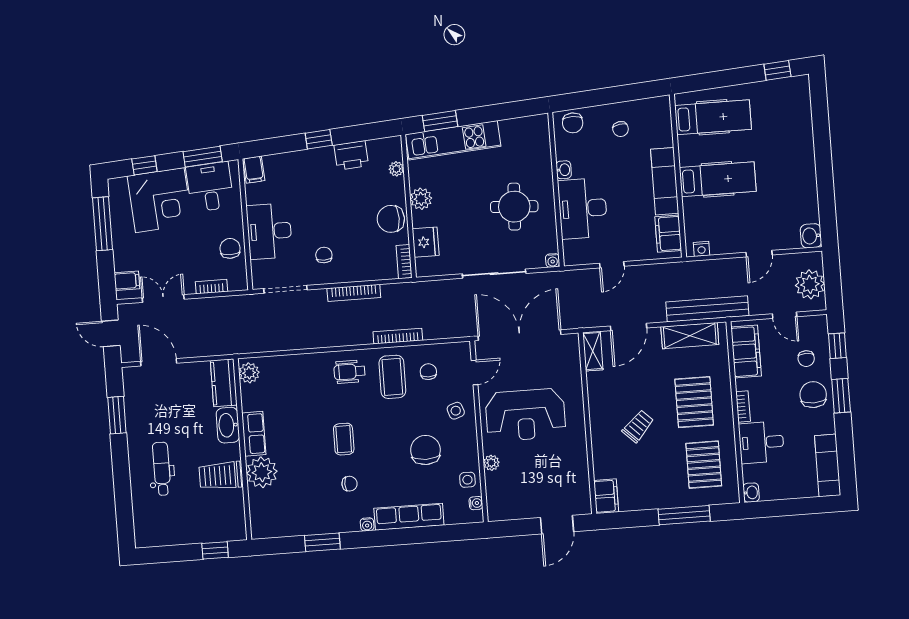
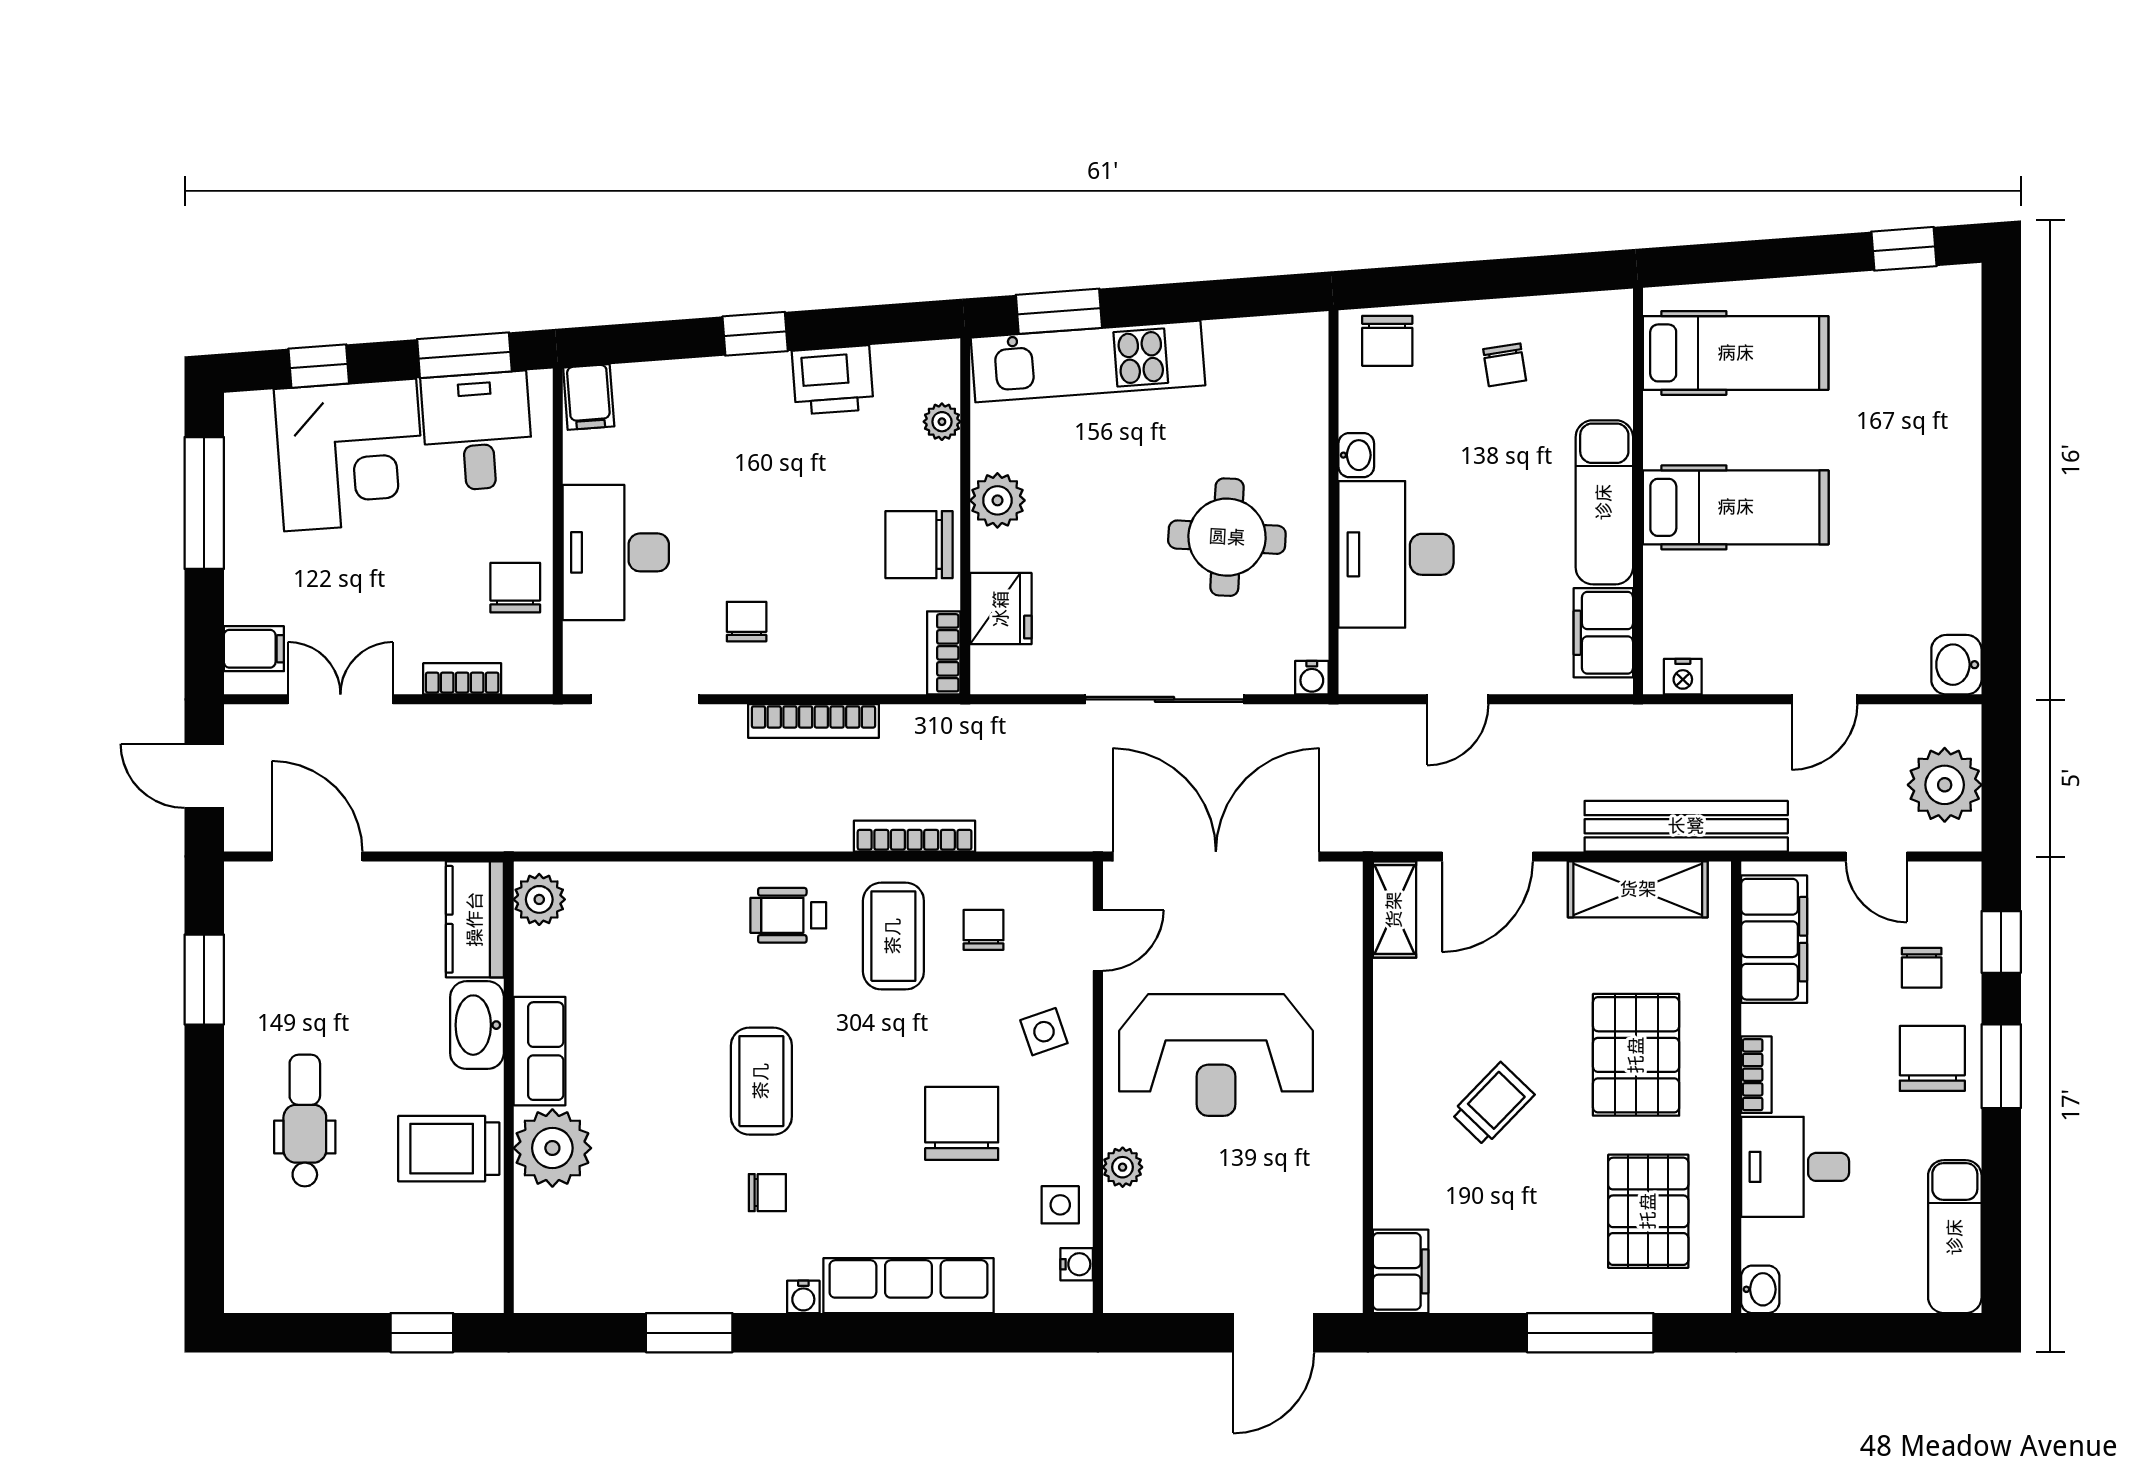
coffee table: (344, 439) -> (761, 1081), width x1.36, depth x1.30

